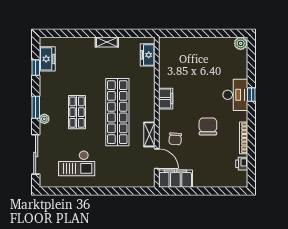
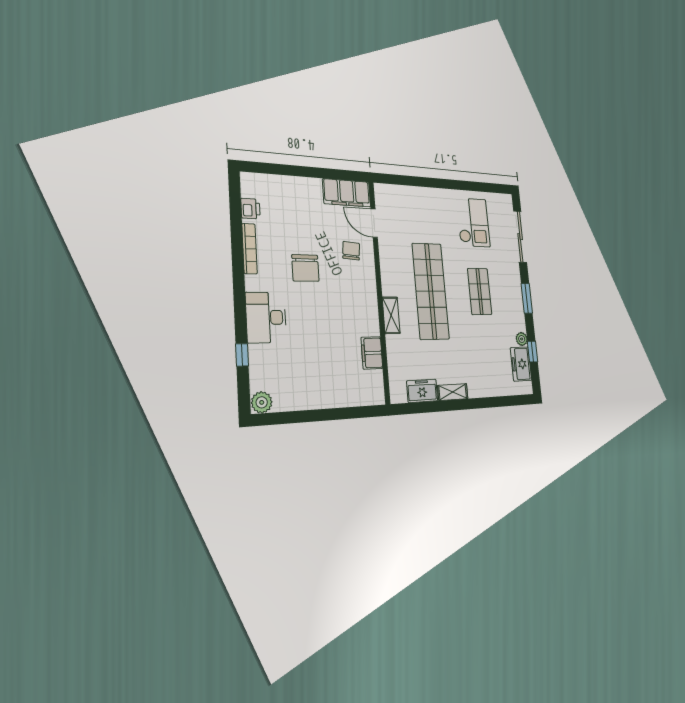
freezer: (148, 55) -> (422, 391), moved, turned -90
window: (251, 95) -> (242, 355), moved
filing cabinet: (166, 99) -> (372, 353), moved
plant: (44, 119) -> (522, 339), moved
shelving: (149, 134) -> (391, 315), moved
checkout: (77, 163) -> (473, 222), turned 90

